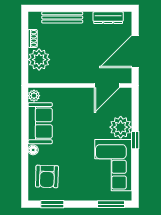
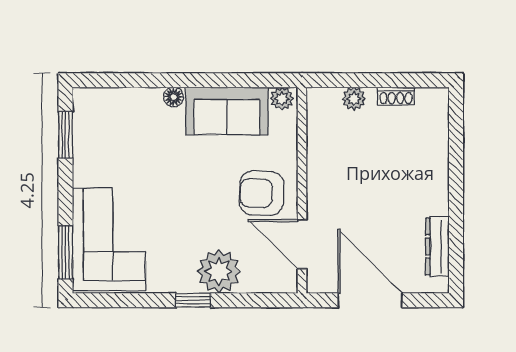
bench: (62, 17) -> (438, 155), removed
plant: (39, 60) -> (354, 99), width x0.53, depth x0.53
corner sofa: (113, 165) -> (109, 239), moved, turned 90
armchair: (47, 176) -> (262, 193), moved

